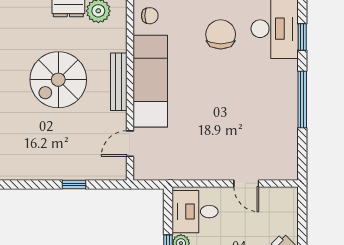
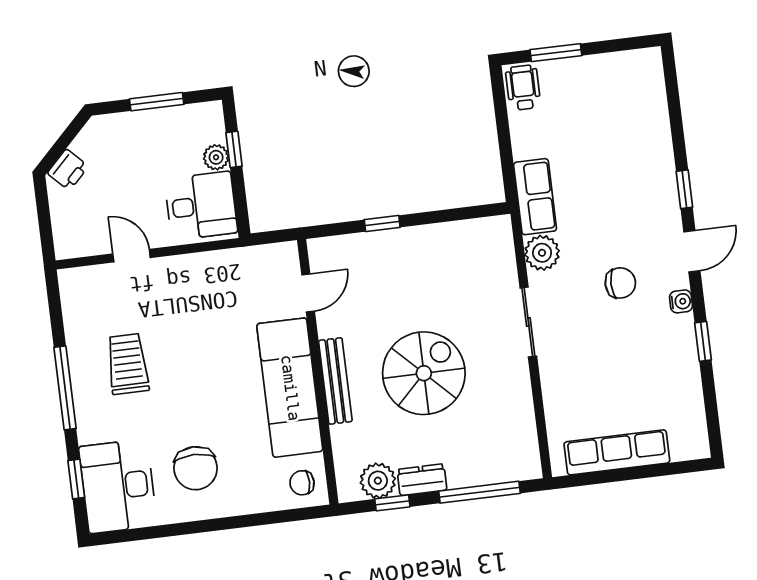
trolley: (258, 111) -> (128, 364), added

